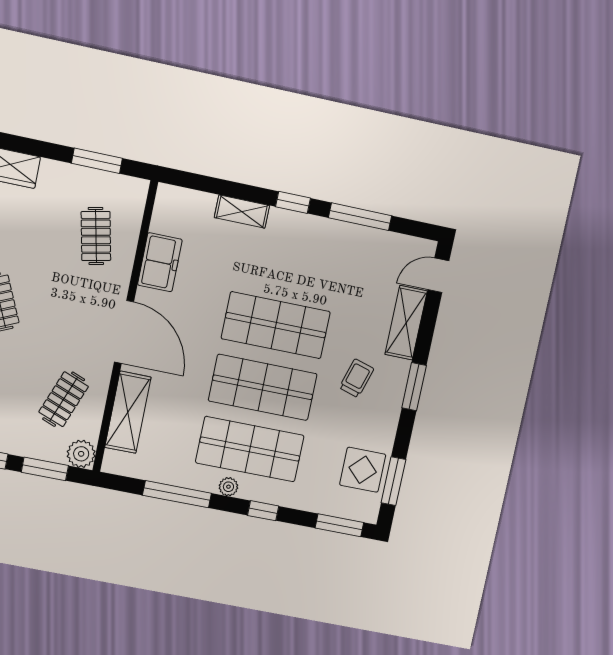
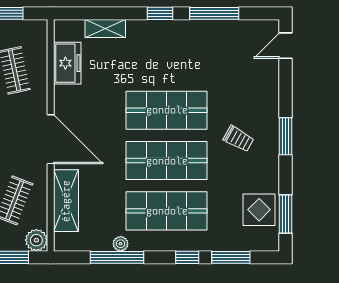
shelving: (242, 212) -> (105, 28), moved
freezer: (160, 262) -> (67, 63), moved
shelving: (406, 323) -> (268, 88), removed
trolley: (356, 378) -> (239, 139), turned 102
plant: (228, 487) -> (121, 244), moved
window: (339, 525) -> (231, 257), moved

